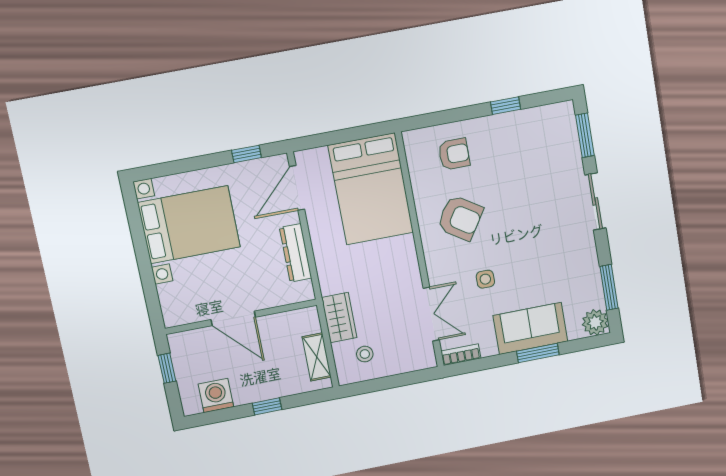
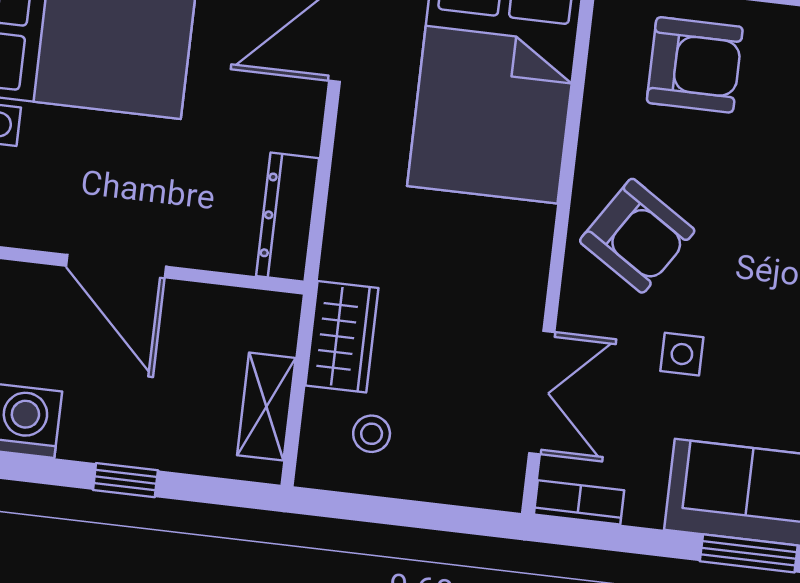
armchair: (454, 154) -> (695, 65), width x1.38, depth x1.38
armchair: (460, 218) -> (637, 236), moved
dresser: (296, 253) -> (288, 217), moved

